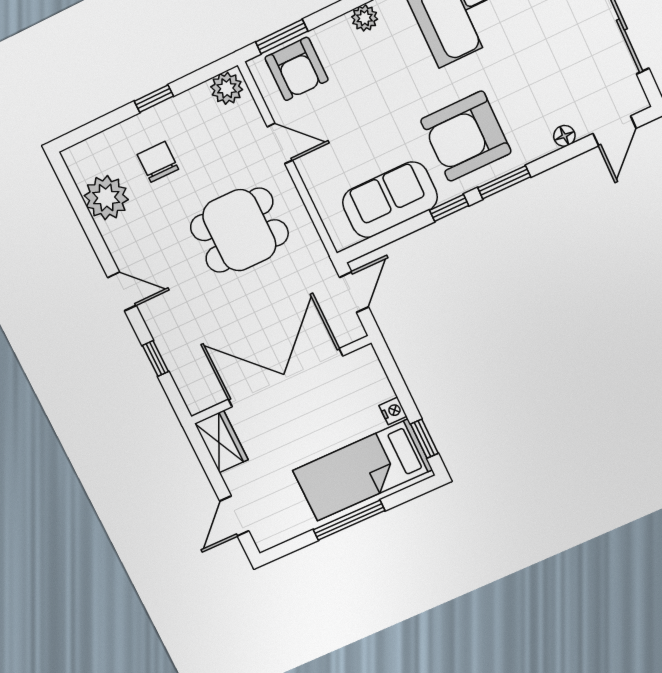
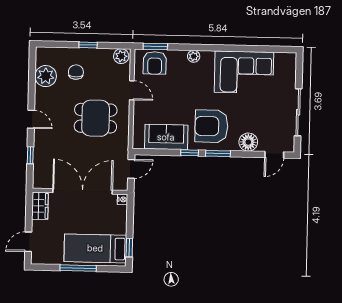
floor lamp: (564, 136) -> (248, 142), width x1.89, depth x1.89
nightstand: (393, 411) -> (123, 199), moved

